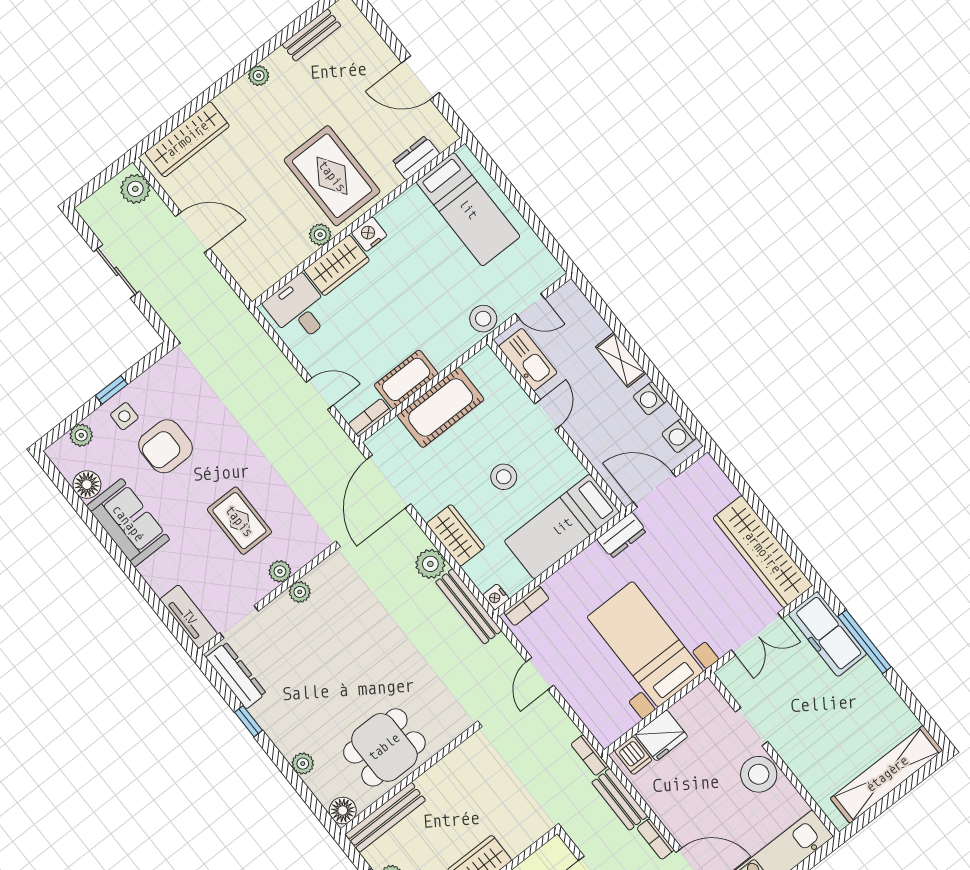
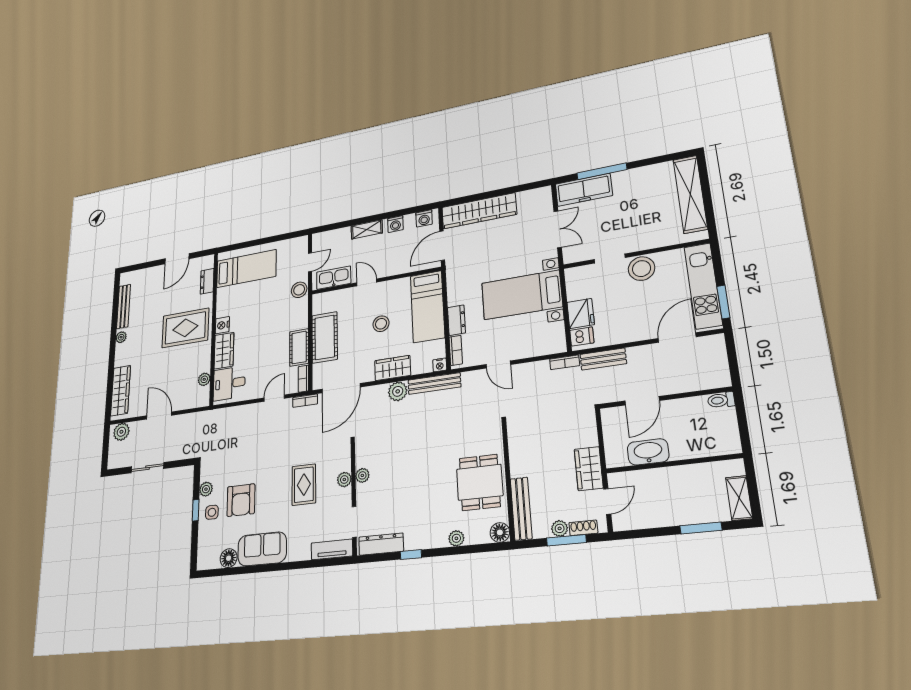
bench: (311, 35) -> (124, 306), width x1.36
door: (193, 232) -> (159, 415), hinge flipped
plant: (320, 235) -> (204, 379), moved
plant: (81, 435) -> (206, 489), moved
door: (389, 482) -> (341, 388), hinge flipped
rug: (239, 521) -> (304, 485), turned 90
dresser: (622, 535) -> (456, 320), moved
wardrobe: (763, 552) -> (479, 211), moved
bookcase: (655, 839) -> (305, 401), moved

